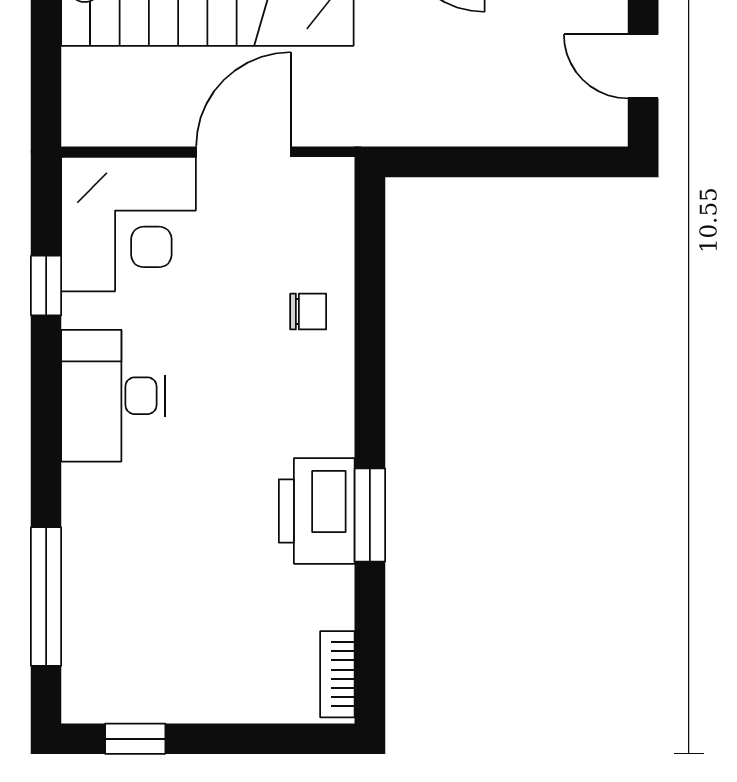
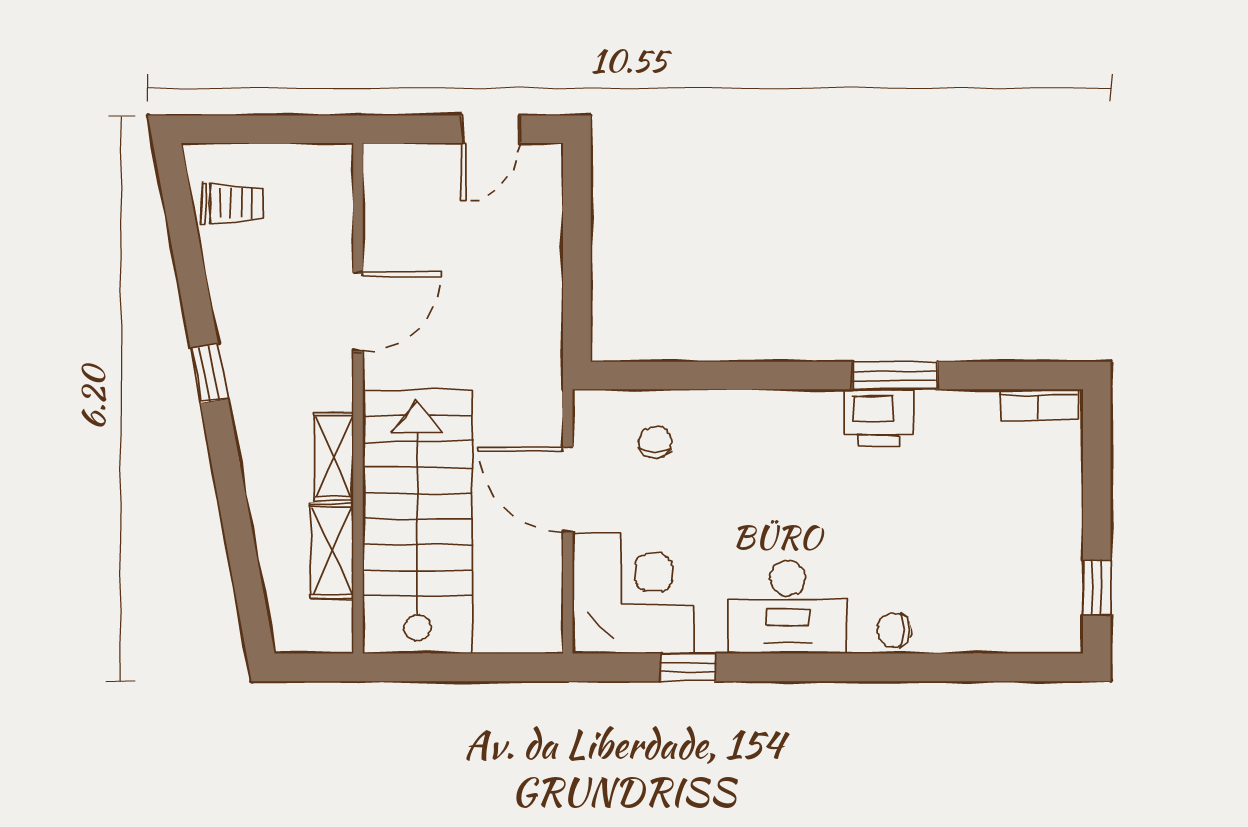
chair: (308, 311) -> (655, 442), moved
printer: (317, 511) -> (879, 418), width x0.73, depth x0.84
chair: (88, 513) -> (894, 630), added
window: (46, 597) -> (969, 667), removed

